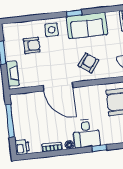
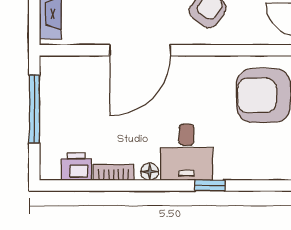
door: (58, 86) -> (140, 50), hinge flipped
printer: (22, 147) -> (76, 167), moved, turned -90

